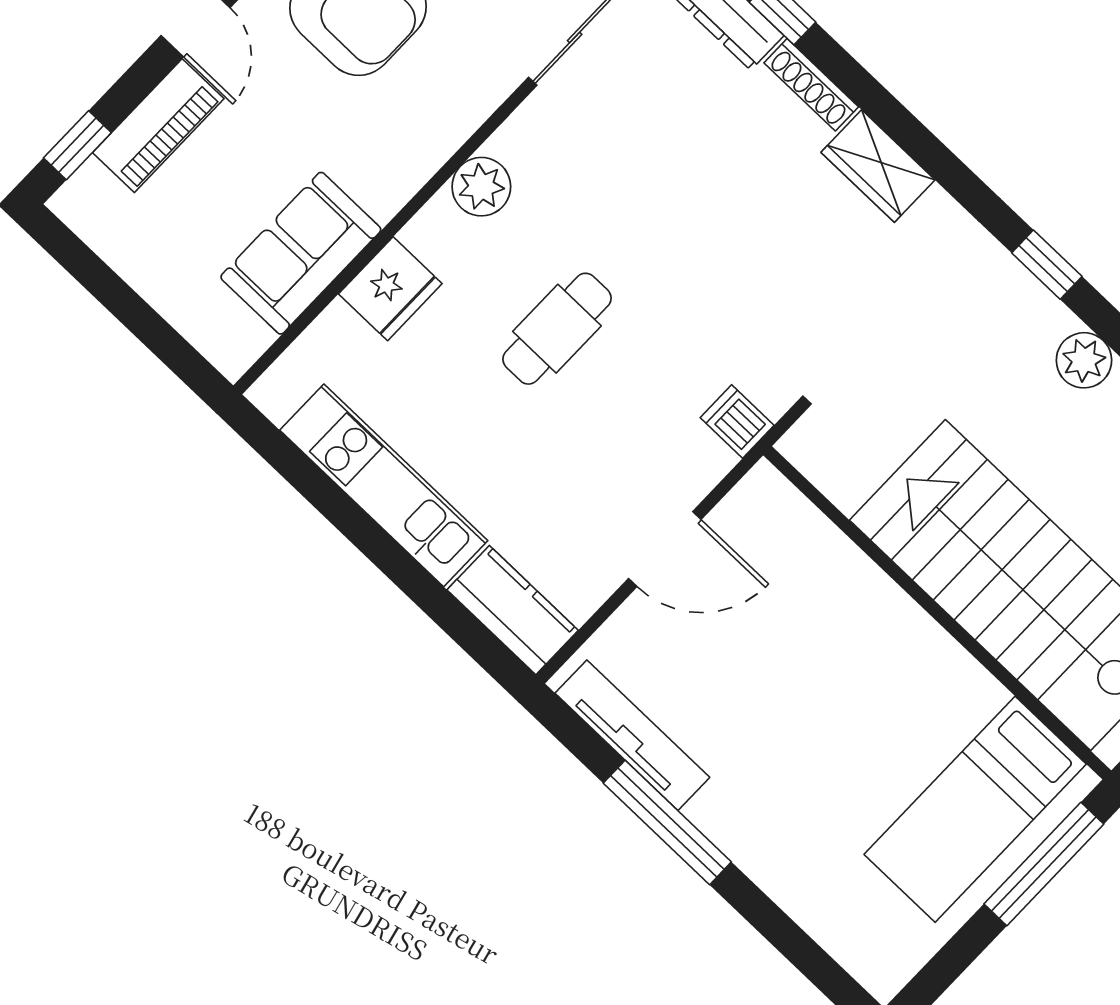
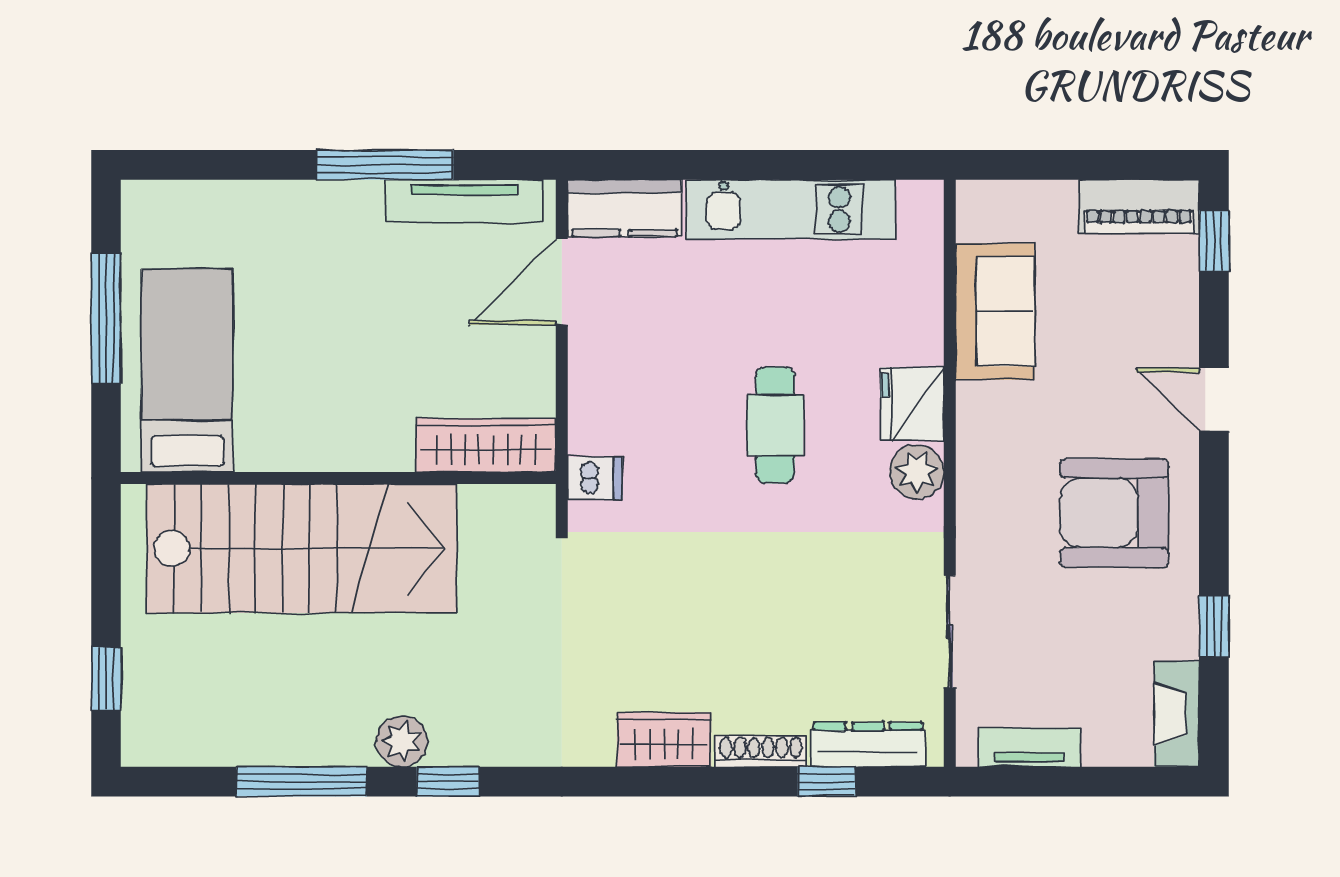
piano: (158, 126) -> (1139, 206), moved, turned -90
window: (1047, 265) -> (448, 782), moved
fridge: (390, 289) -> (912, 404), moved
wardrobe: (797, 528) -> (486, 445), added
door: (665, 549) -> (562, 282), moved
window: (1044, 864) -> (106, 318), moved

